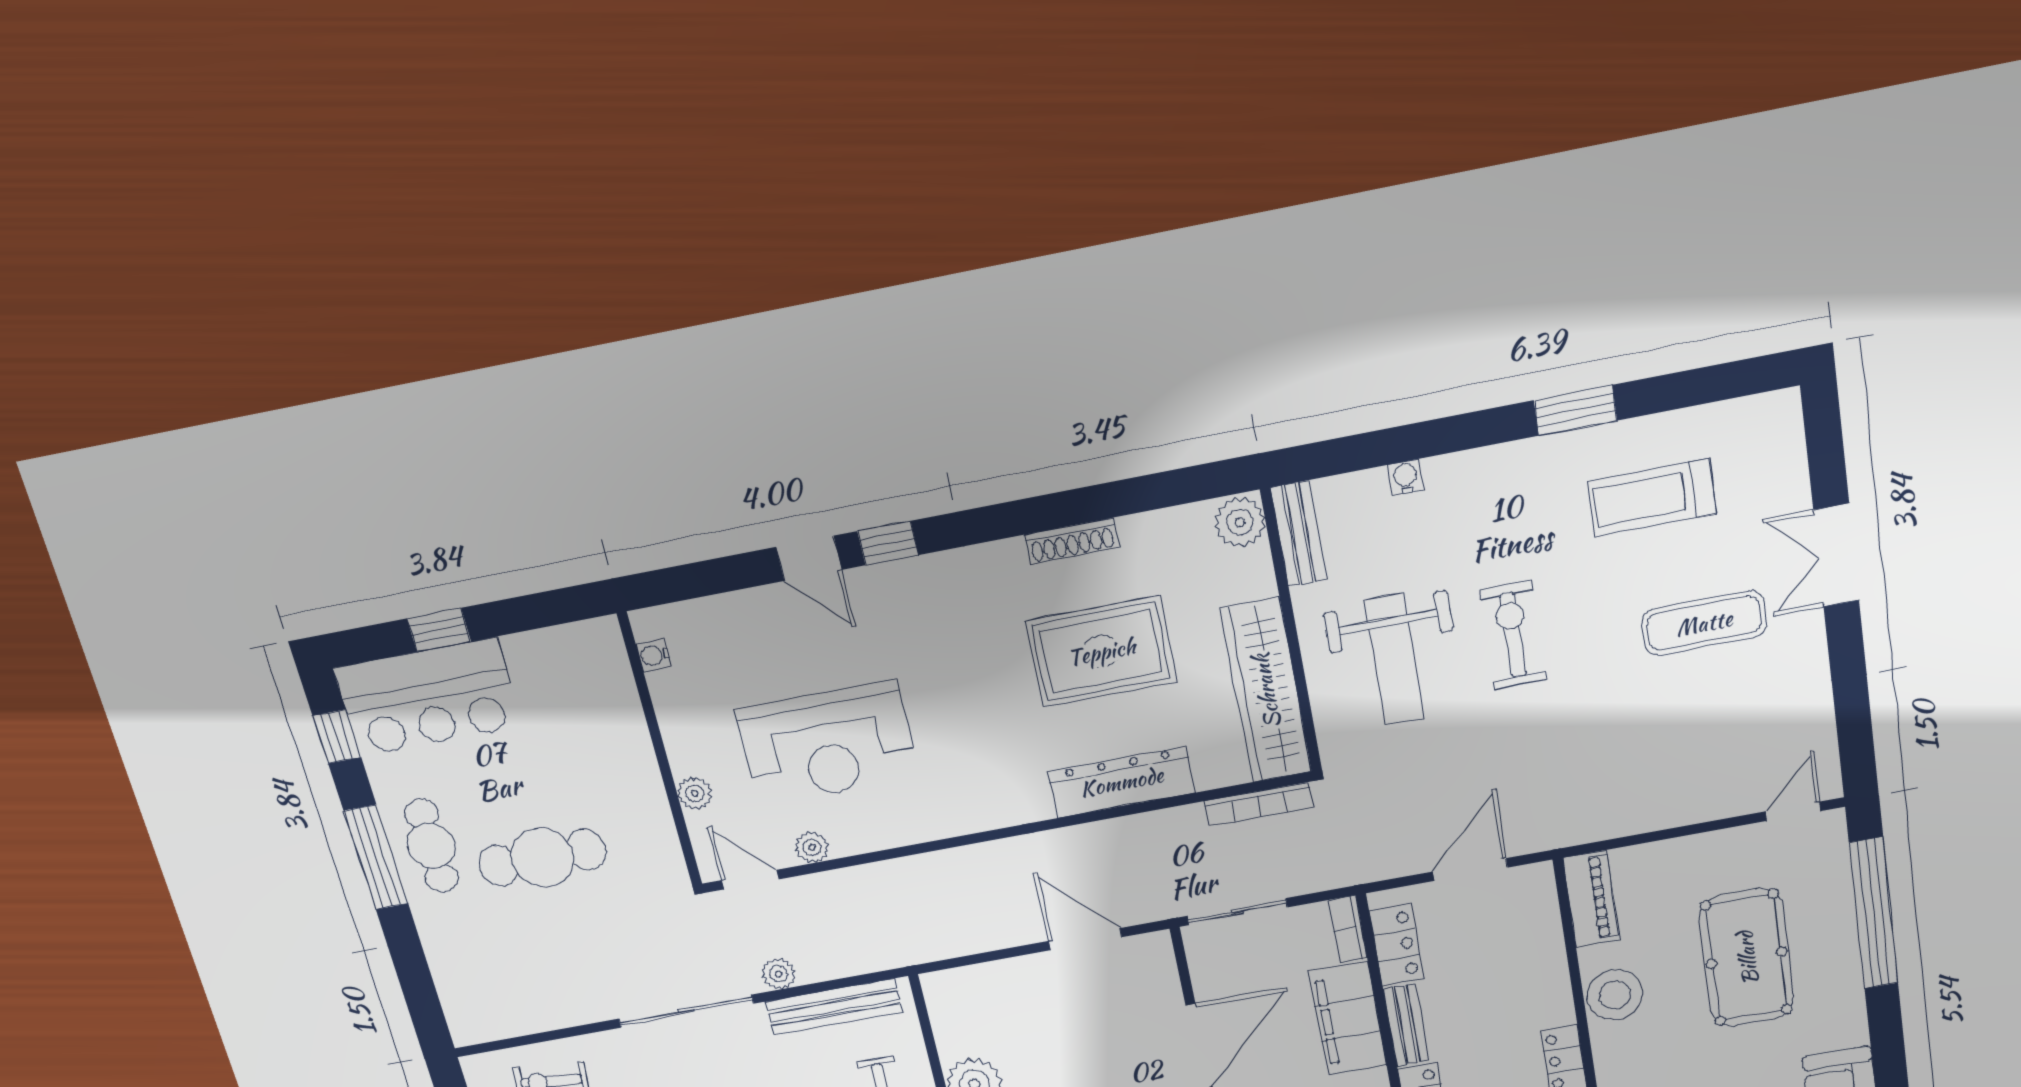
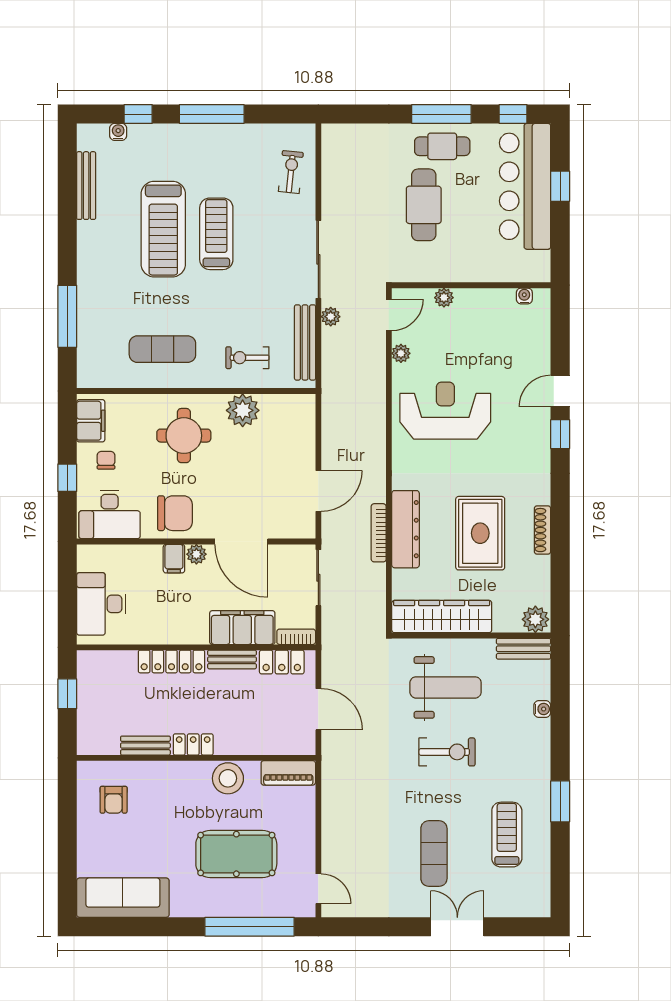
weight bench: (1394, 660) -> (446, 687), turned 180
bar counter: (428, 697) -> (525, 186), width x1.36
reception desk: (827, 743) -> (445, 411), moved, turned 90
bookcase: (1258, 804) -> (379, 533), moved

